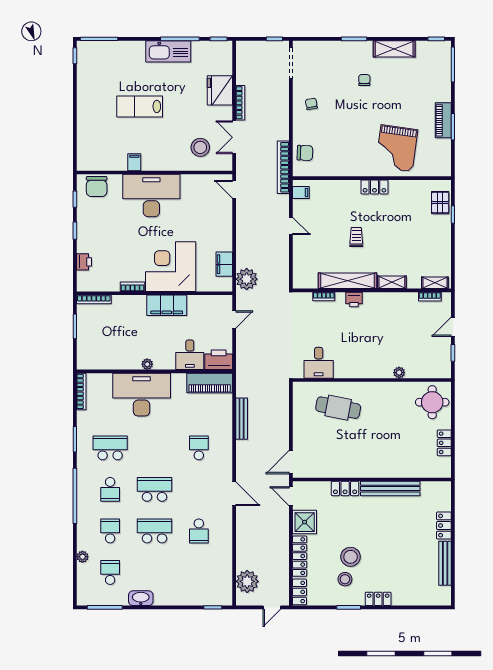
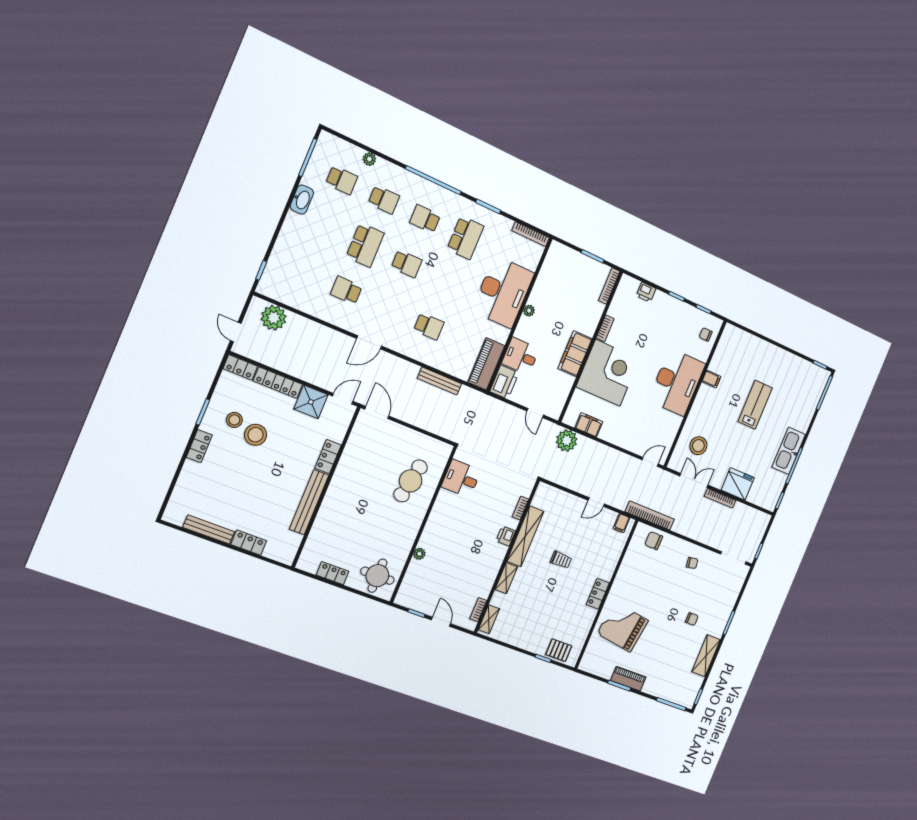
chair: (305, 153) -> (654, 541), turned 88
chair: (97, 186) -> (706, 334), width x0.54, depth x0.54
school desk: (154, 489) -> (407, 264), width x0.54

